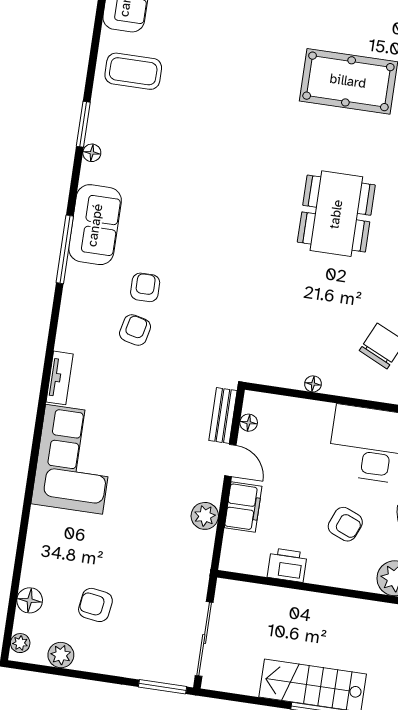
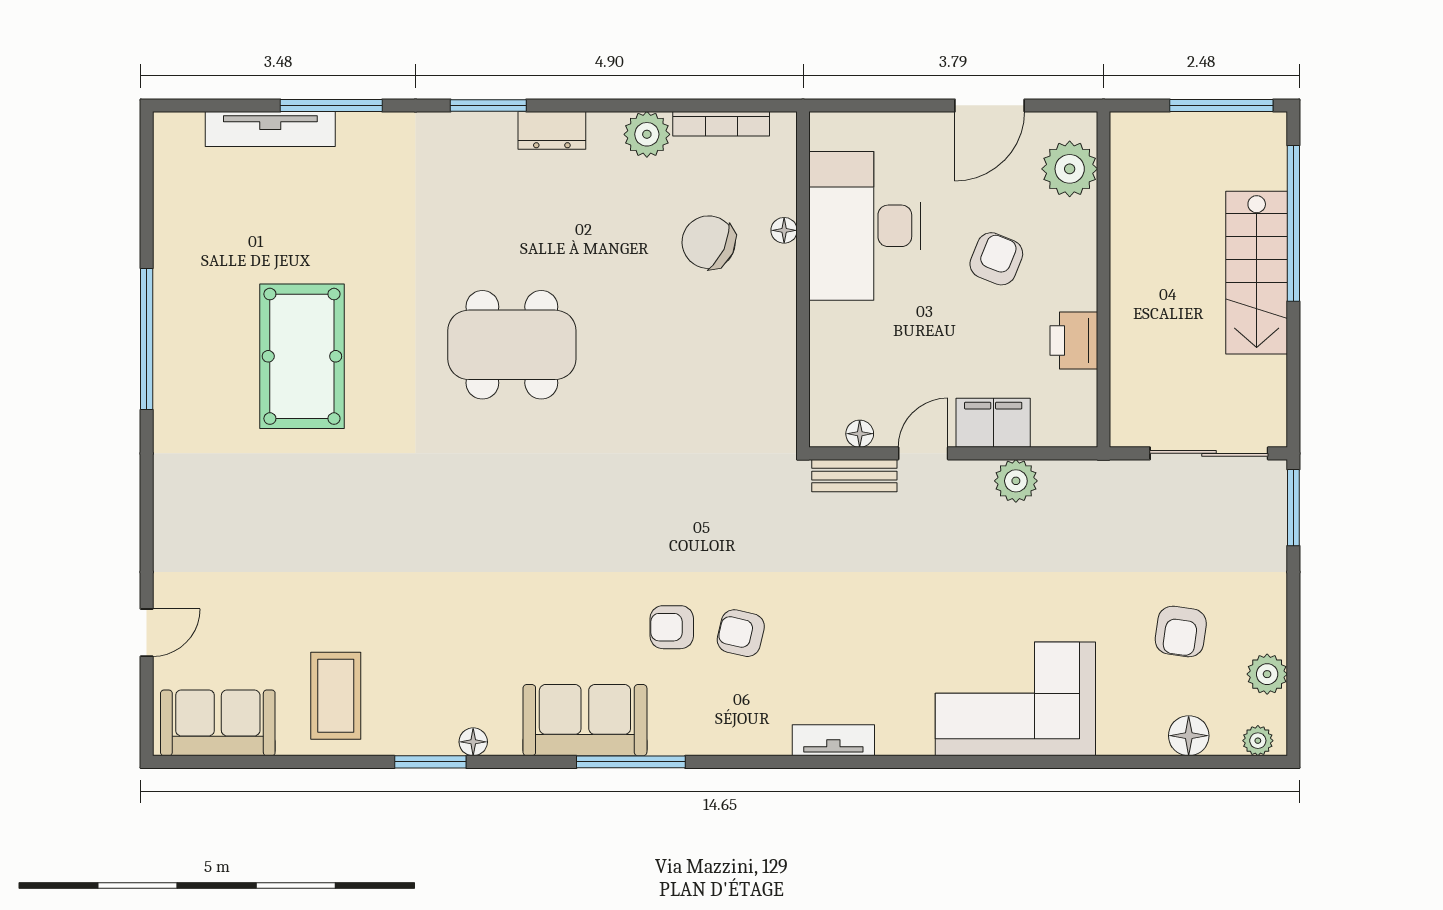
floor lamp: (313, 384) -> (784, 230), moved
corner sofa: (74, 459) -> (1015, 699), moved

